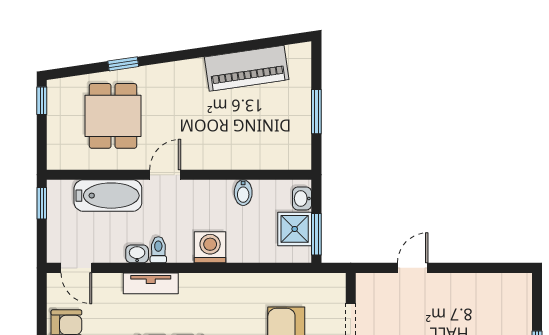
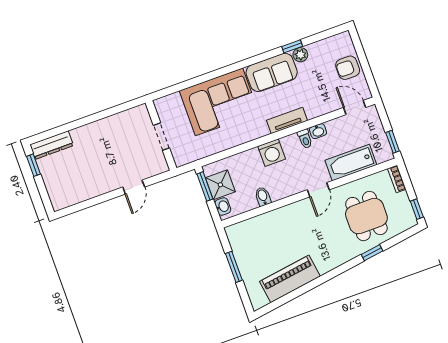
bookcase: (54, 151) -> (397, 179), added
tv unit: (151, 283) -> (287, 120), moved

